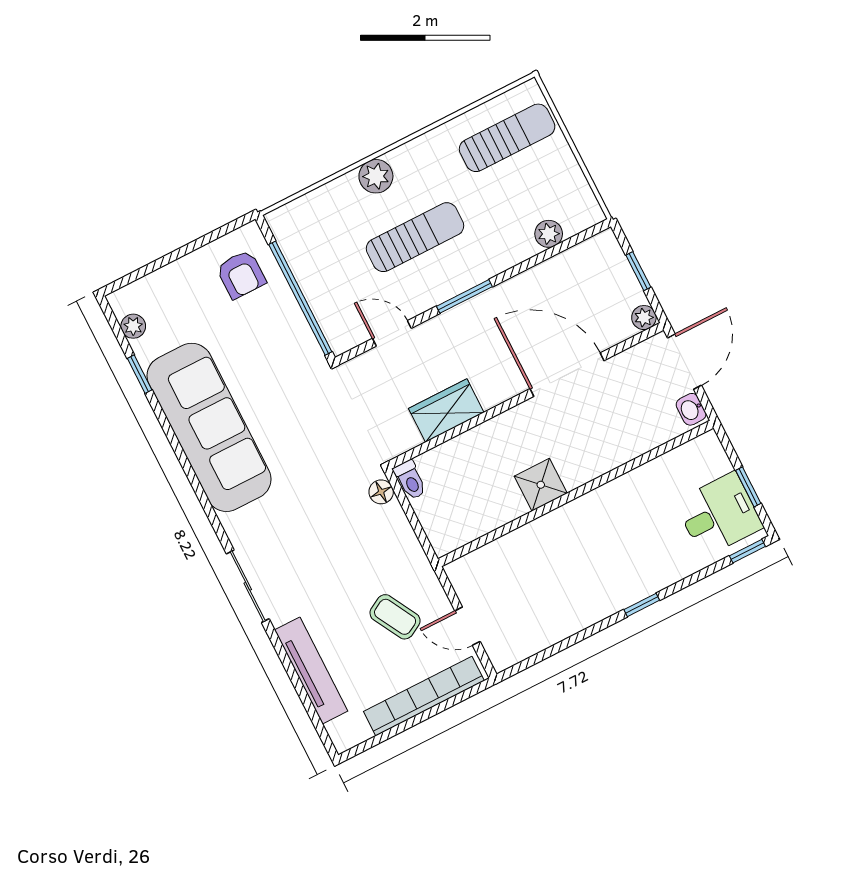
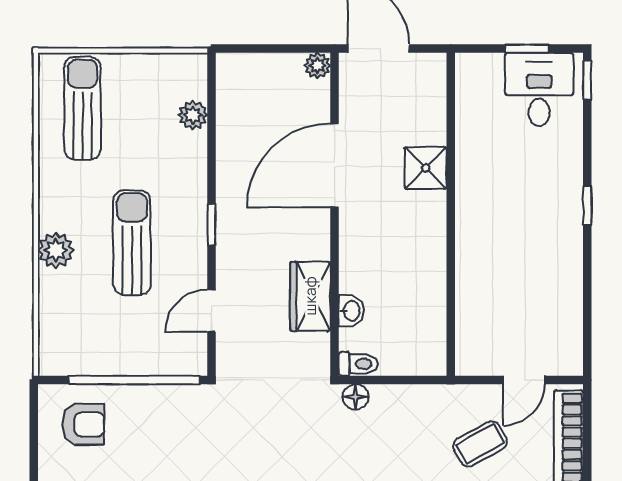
window: (638, 271) -> (271, 49), removed
window: (464, 296) -> (211, 225), width x0.67
washbasin: (691, 409) -> (351, 311), moved, turned -90
shower: (541, 485) -> (426, 168), moved

